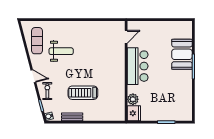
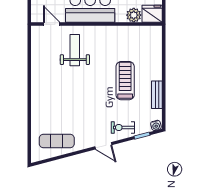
weight bench: (61, 51) -> (75, 50), moved
door: (33, 76) -> (103, 146), swing flipped
treadmill: (83, 93) -> (125, 81), turned 180

